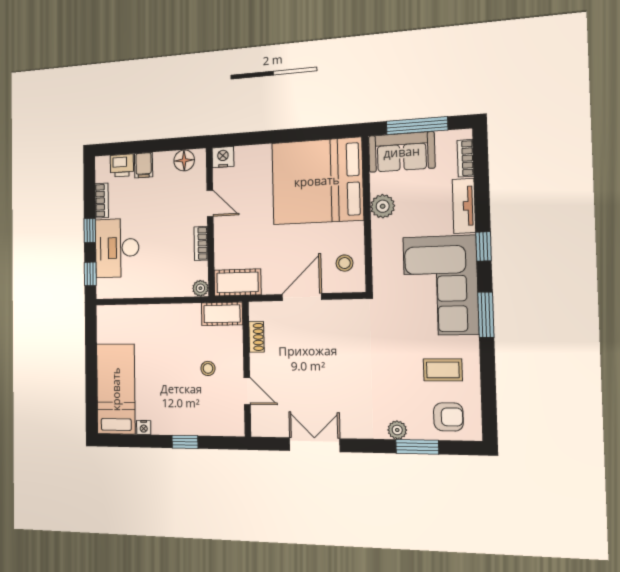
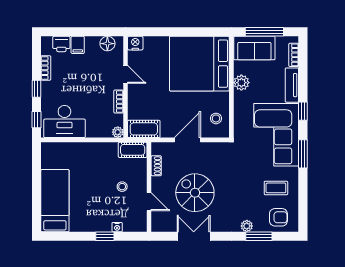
desk: (117, 248) -> (64, 122), moved, turned -90
spiral stairs: (315, 377) -> (195, 193), added
nightstand: (144, 427) -> (117, 227), moved

